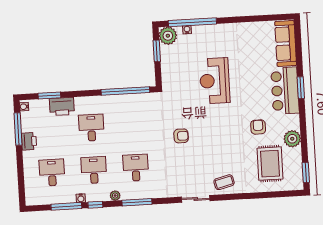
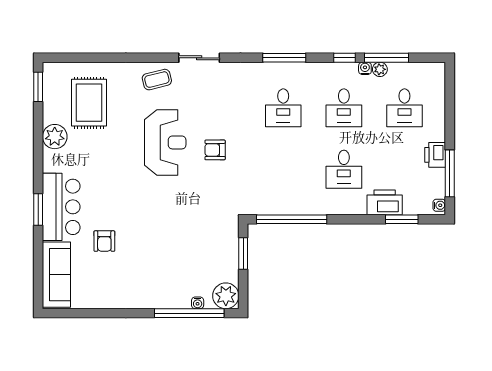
window: (157, 51) -> (243, 253), moved
reception desk: (215, 81) -> (165, 142), moved
armchair: (258, 127) -> (104, 241), moved
plant: (115, 196) -> (380, 69), moved

